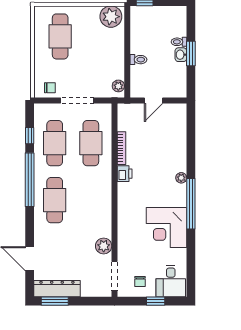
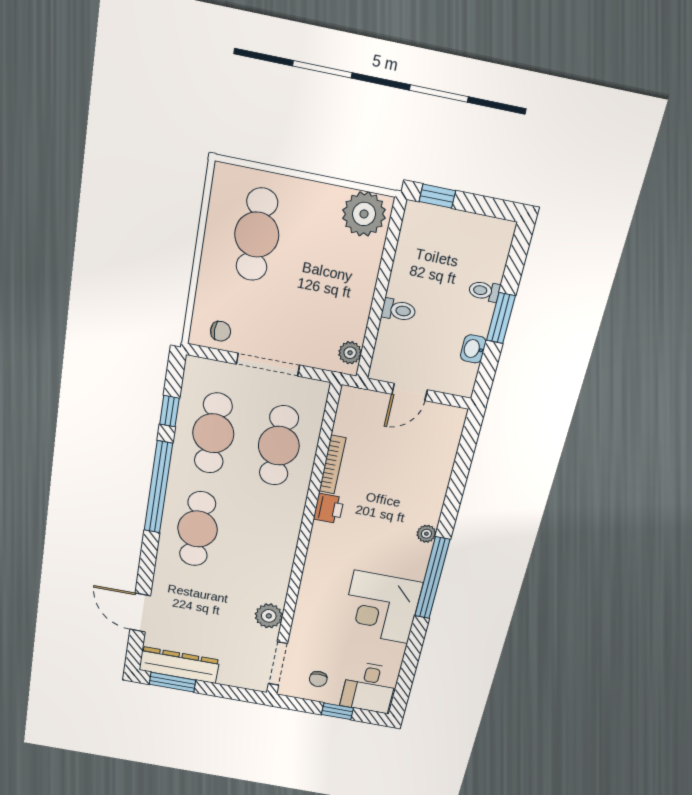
washbasin: (181, 55) -> (473, 349), moved

